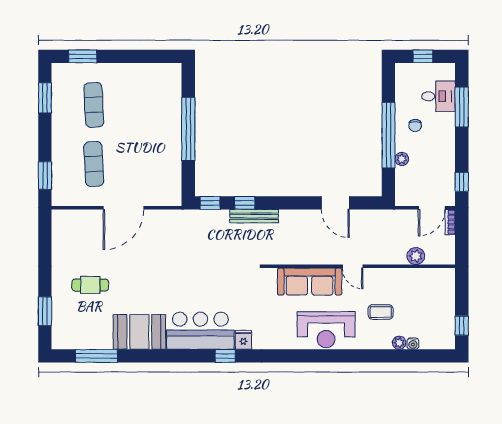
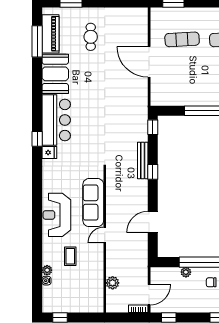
window: (245, 203) -> (153, 172), moved
door: (432, 208) -> (149, 295), swing flipped
piano: (86, 338) -> (50, 34), added

